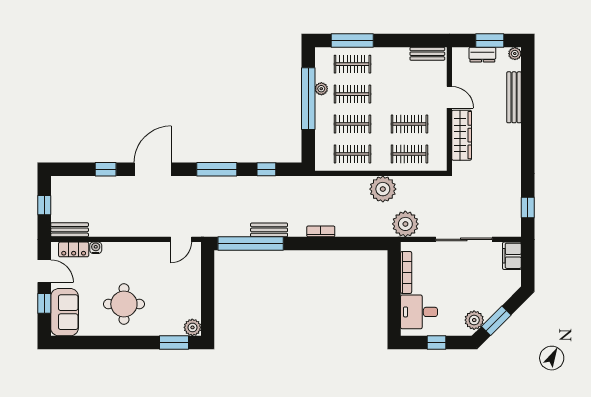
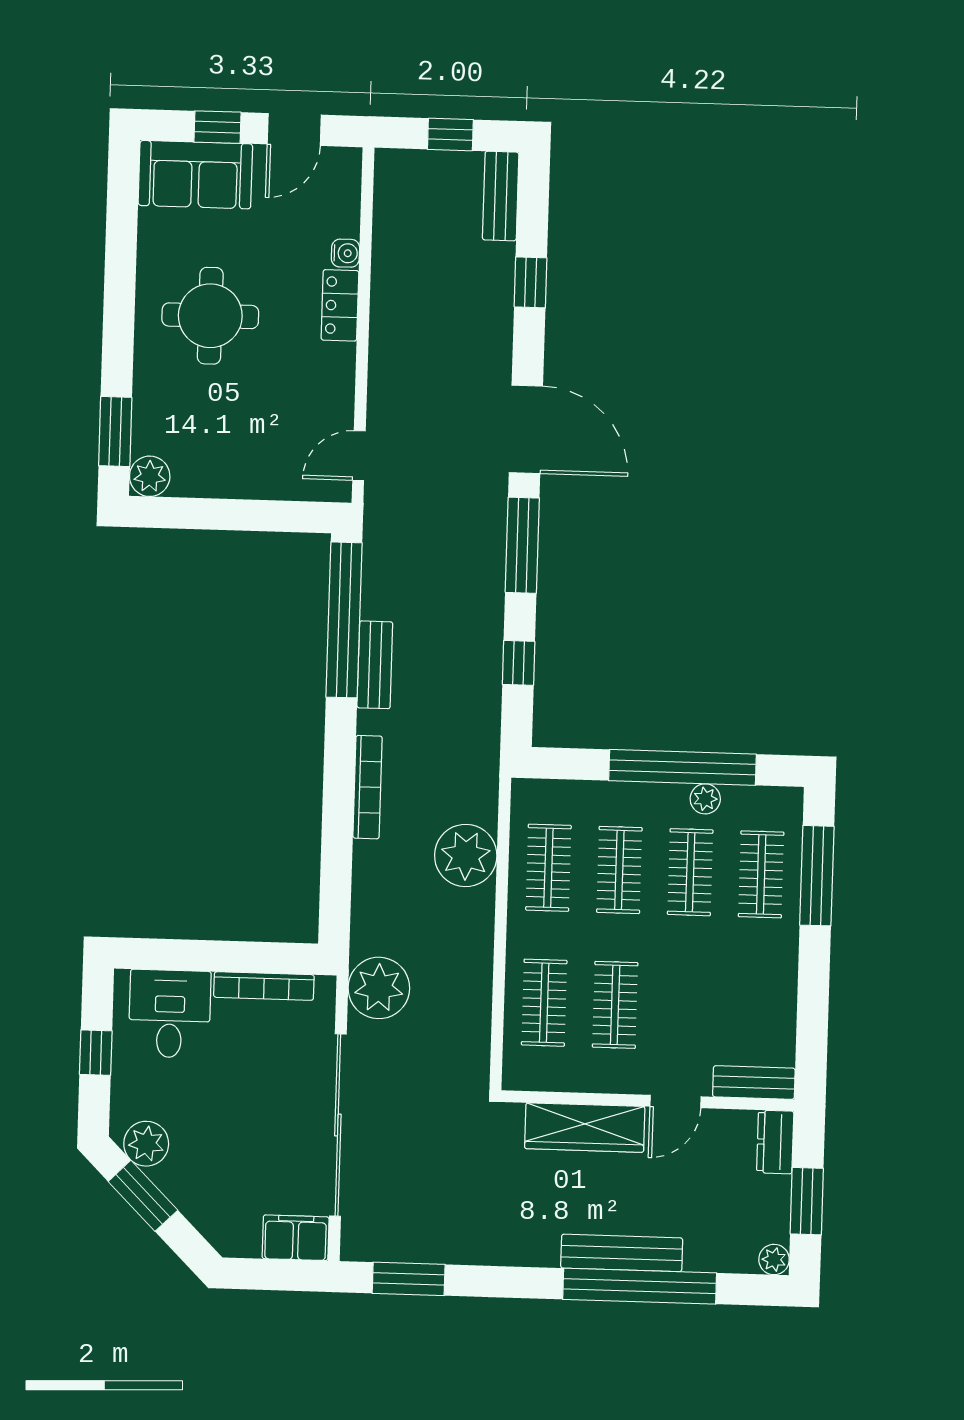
bench: (427, 54) -> (754, 1082), moved, turned 90
dresser: (482, 55) -> (775, 1142), moved
bench: (514, 97) -> (622, 1253), moved
window: (528, 110) -> (640, 1286), added
door: (153, 169) -> (526, 429), moved
plant: (383, 189) -> (466, 855), moved
window: (528, 208) -> (409, 1279), width x1.50
bench: (70, 230) -> (501, 196), moved
bookcase: (321, 231) -> (368, 787), width x1.56
door: (181, 239) -> (359, 456), hinge flipped
sliding door: (464, 239) -> (338, 1125), width x1.36
locker: (74, 249) -> (340, 305), moved

